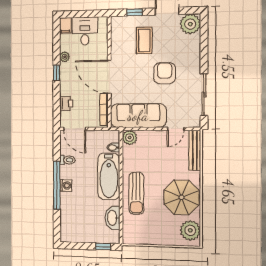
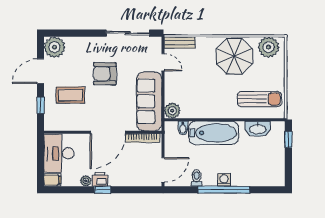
desk: (85, 31) -> (59, 153), width x1.37
printer: (66, 104) -> (100, 179), moved
bench: (195, 150) -> (180, 43), width x0.73
sun lounger: (136, 193) -> (259, 99), moved

